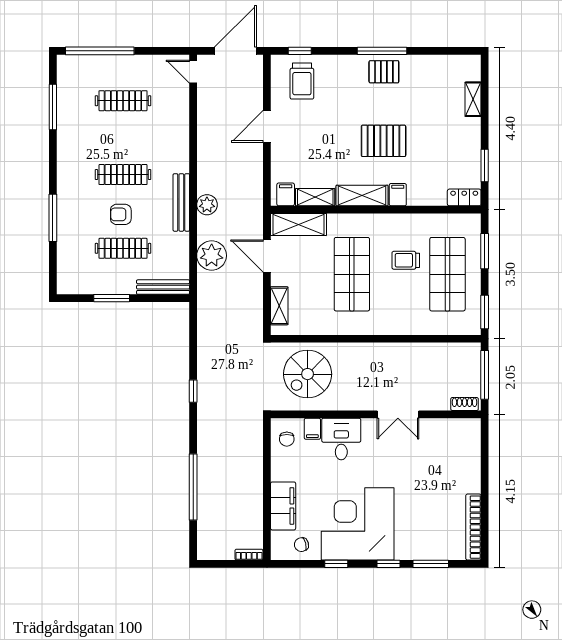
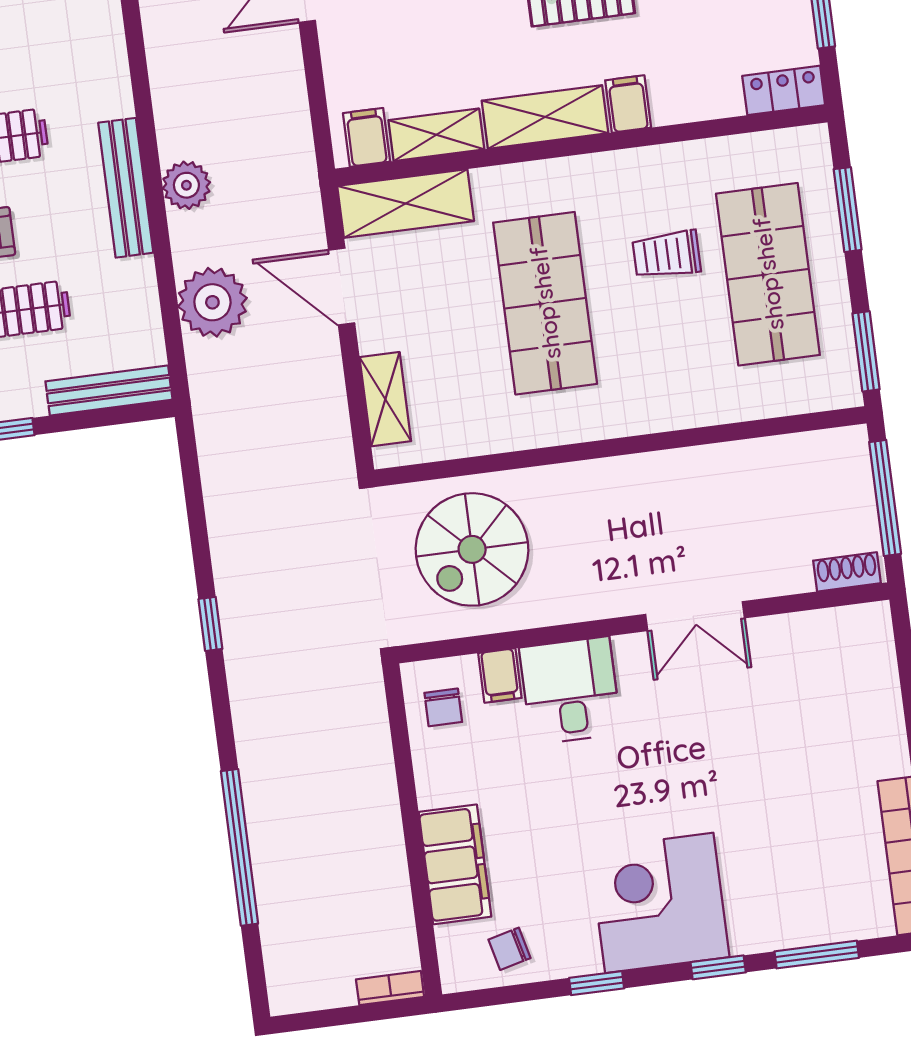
corner desk: (358, 524) -> (659, 903), width x0.74, depth x0.74

